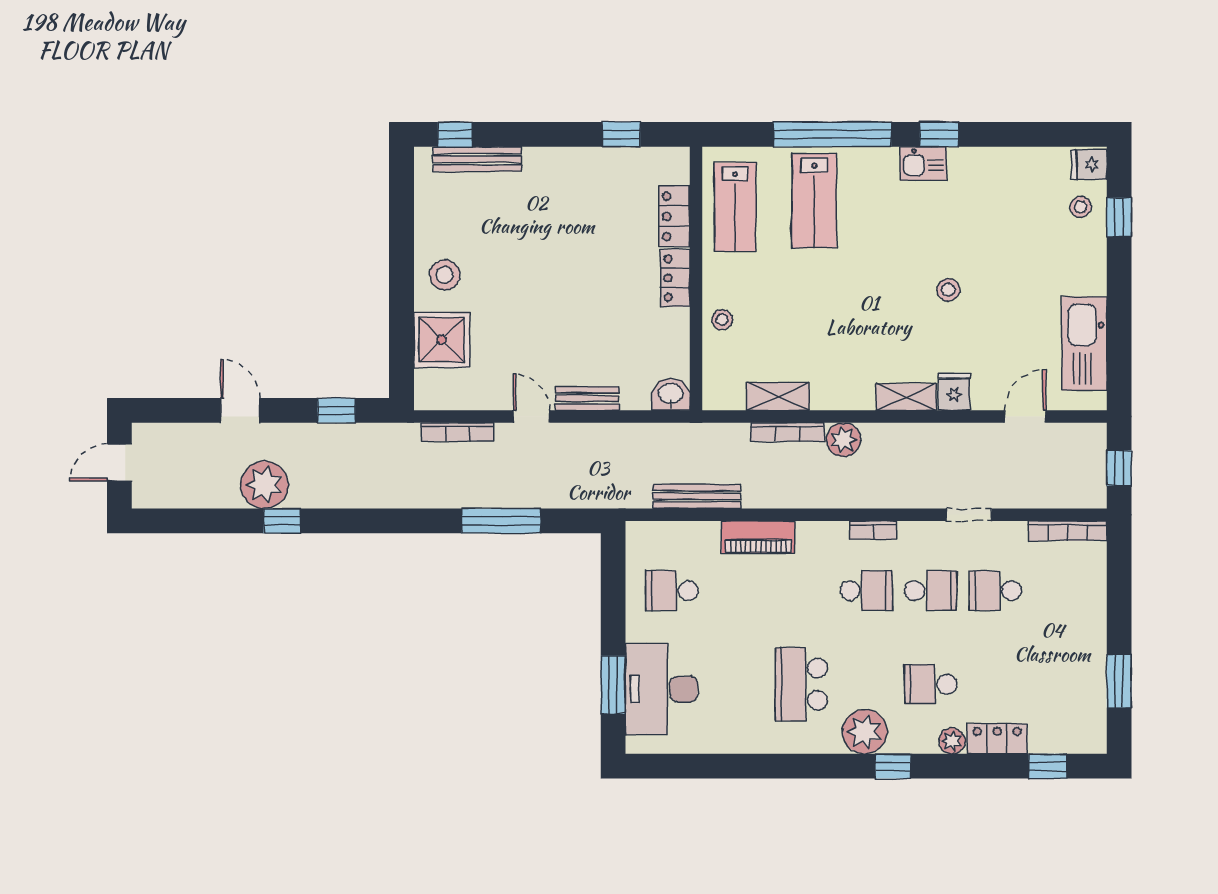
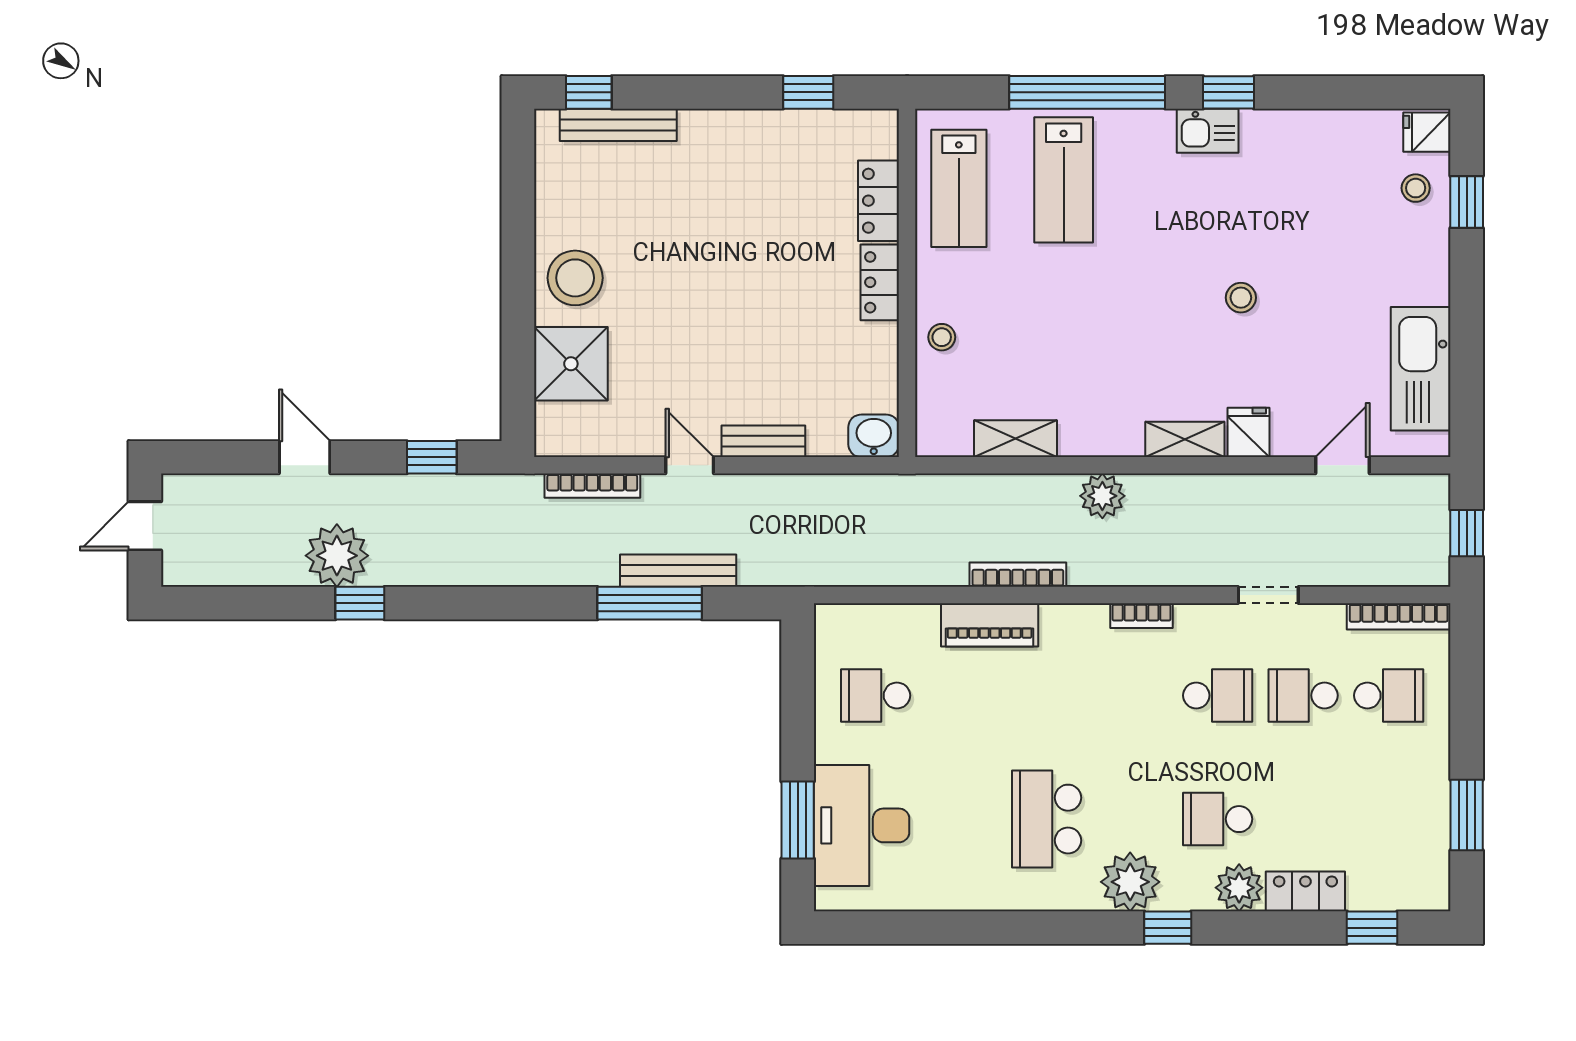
stool: (445, 275) -> (575, 278), width x1.38, depth x1.38
bookcase: (788, 432) -> (1018, 575), moved, turned 180
bench: (697, 496) -> (678, 571), moved
school desk: (866, 591) -> (1389, 695), moved
plant: (952, 741) -> (1239, 888), width x1.38, depth x1.38

